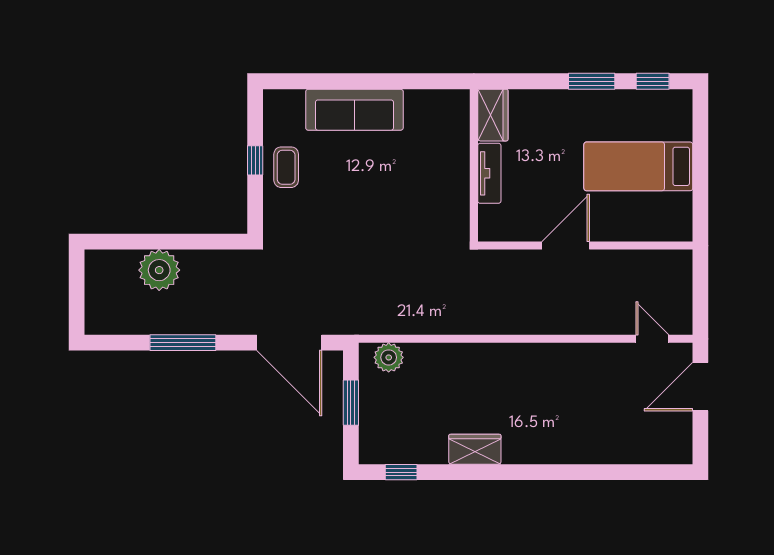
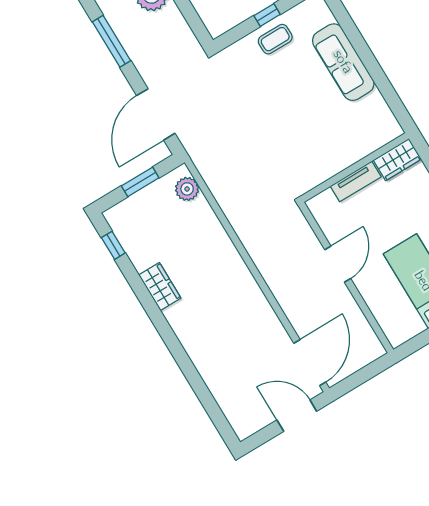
door: (566, 246) -> (338, 264), hinge flipped
door: (652, 339) -> (310, 363), width x1.87

